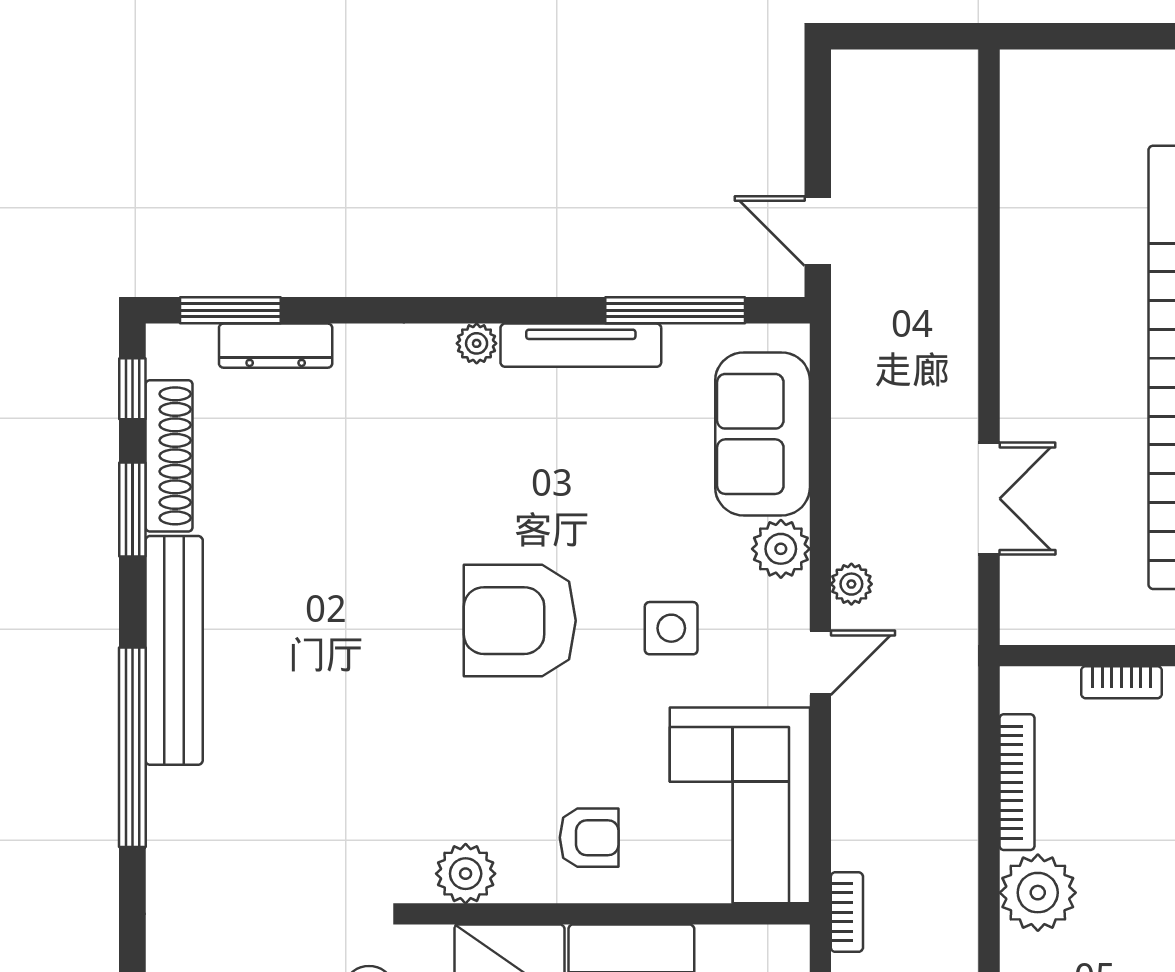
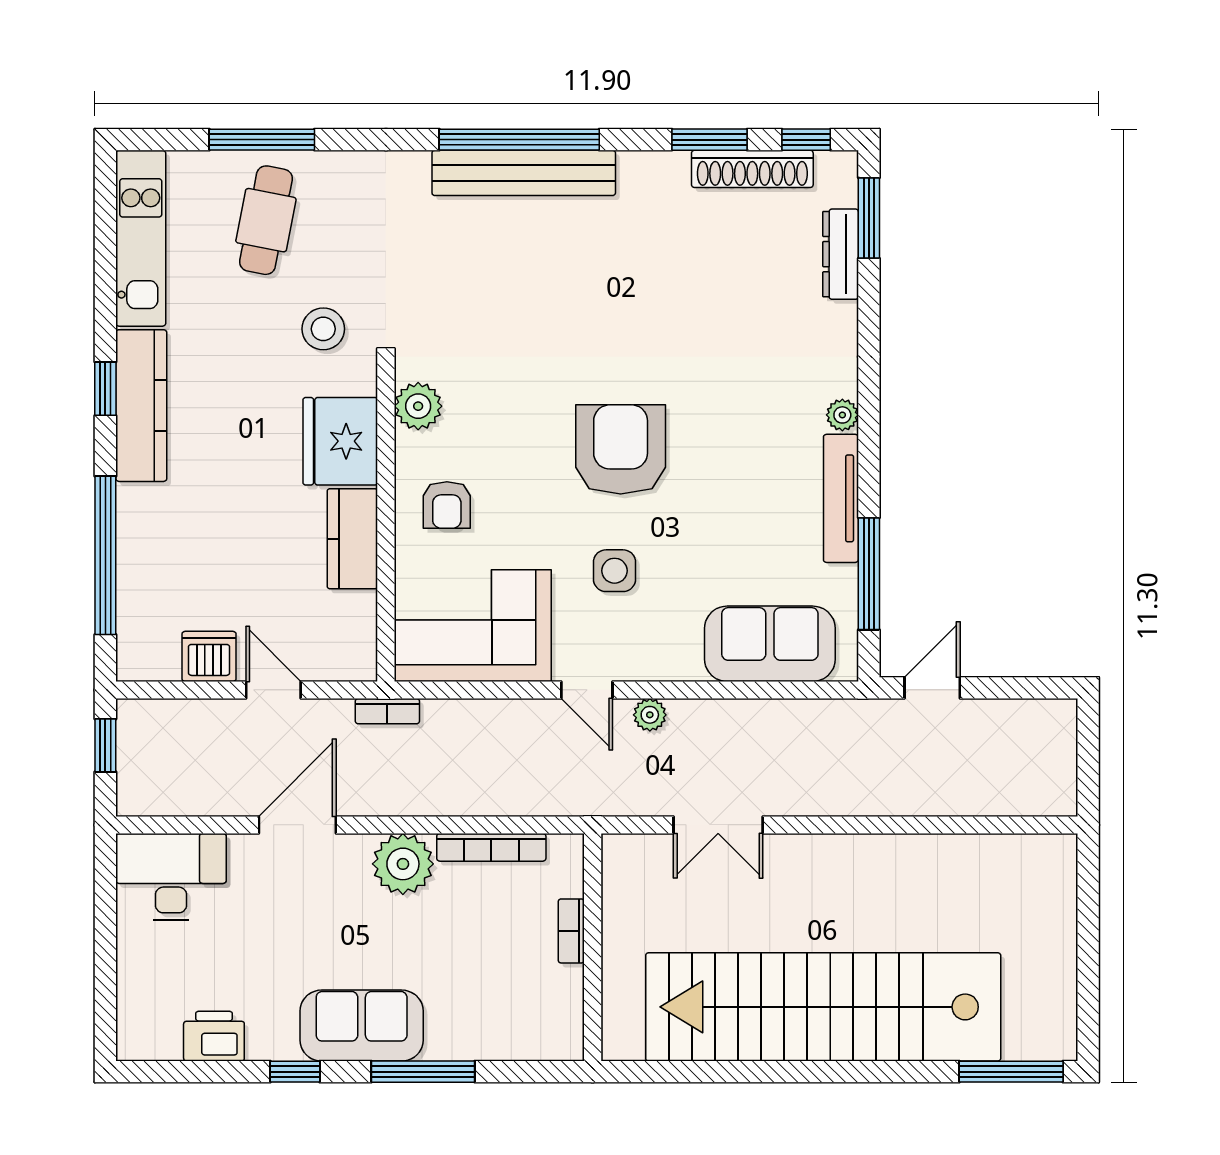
plant: (781, 549) -> (678, 658), removed
bench: (174, 650) -> (524, 173), moved

